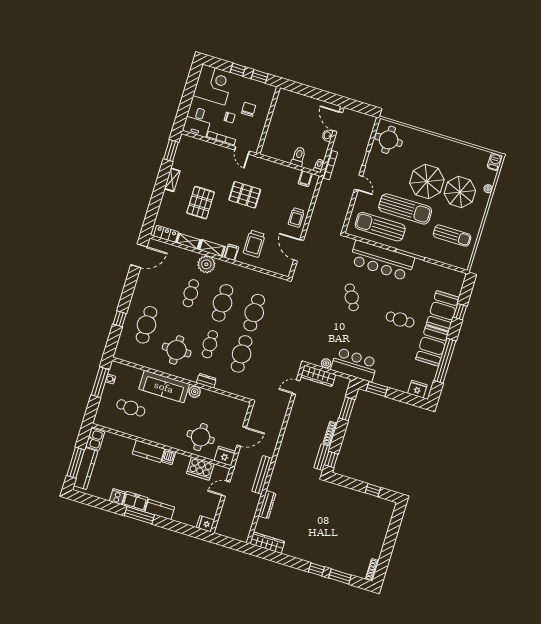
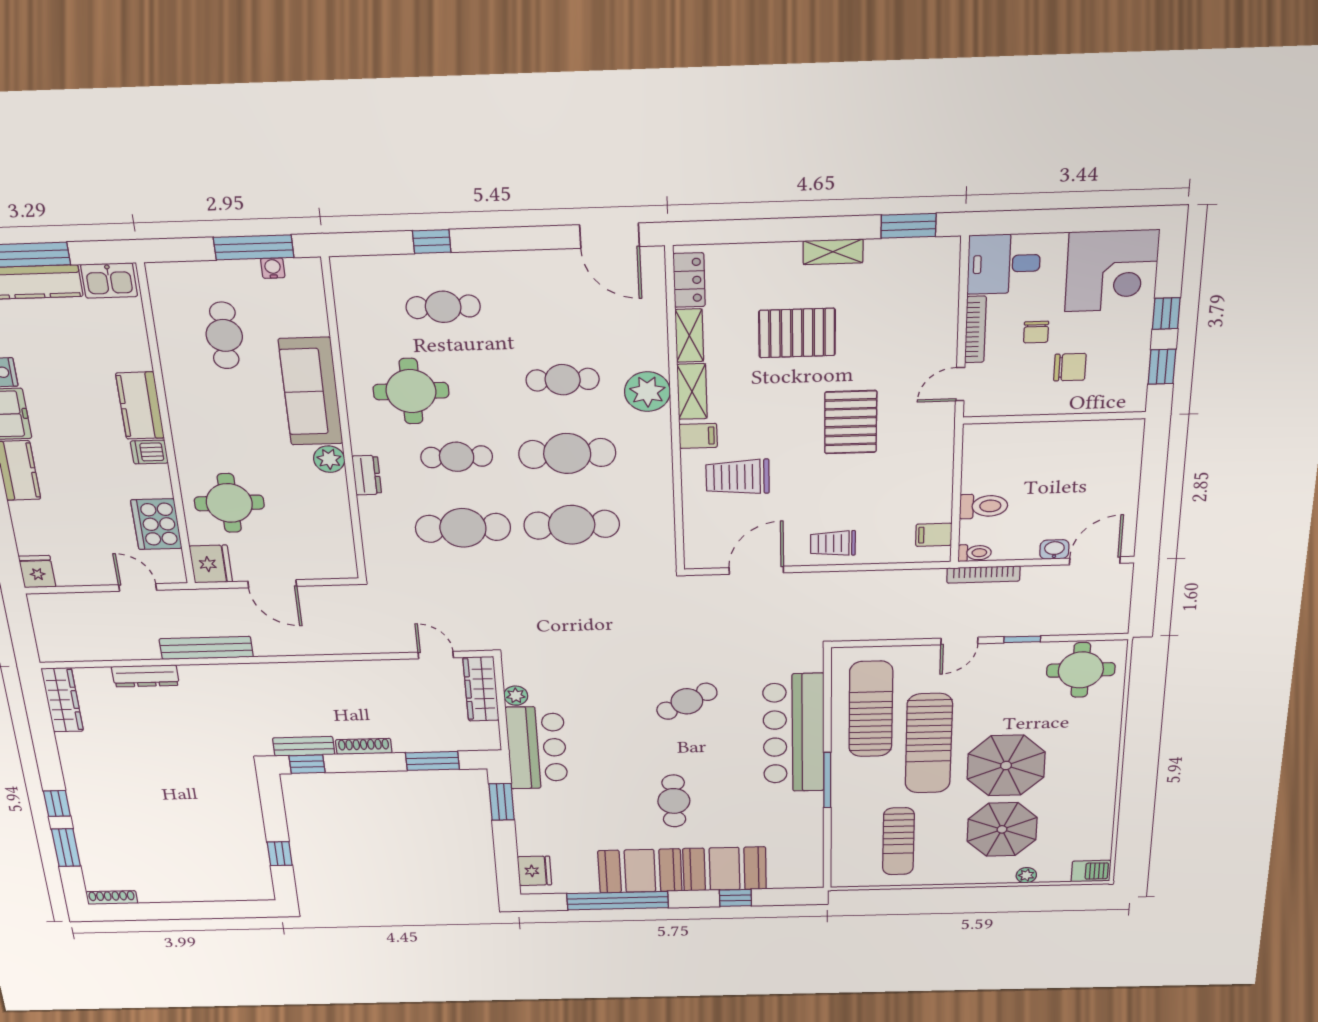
cafe table: (146, 325) -> (443, 307), width x0.73, depth x0.74

